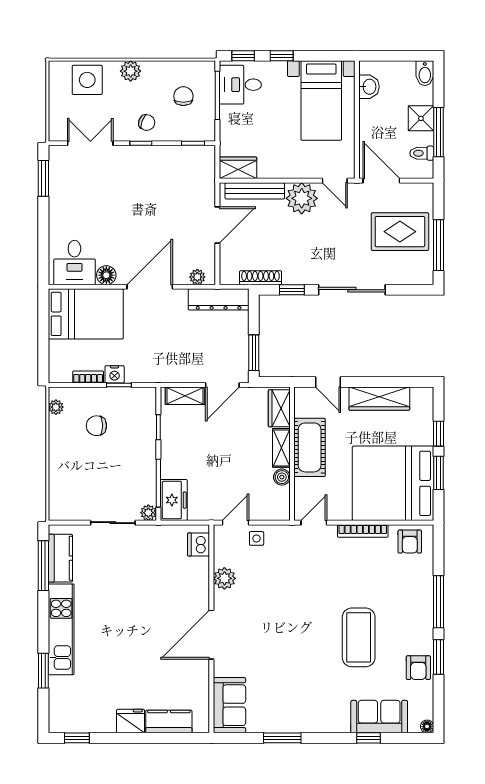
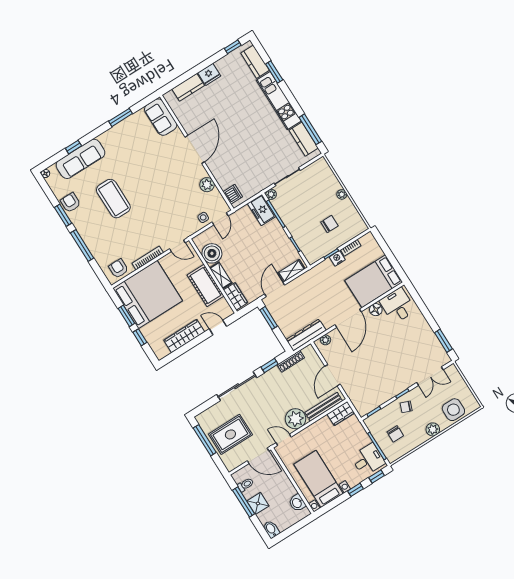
plant: (56, 407) -> (342, 194), moved
boiler: (282, 477) -> (212, 253), width x1.86, depth x1.86
door: (314, 523) -> (177, 246), hinge flipped
kitchen counter: (60, 700) -> (255, 62), added
sofa: (379, 717) -> (80, 159), width x1.36

